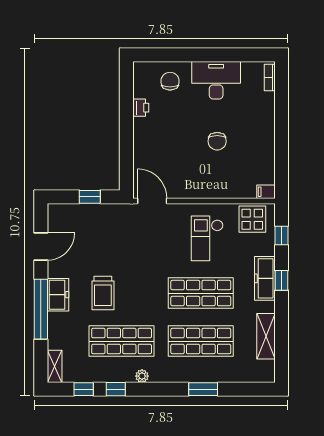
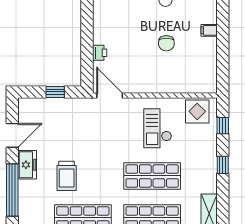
printer: (141, 108) -> (100, 53), moved
filing cabinet: (266, 192) -> (209, 30), moved
freezer: (265, 278) -> (208, 163), removed
freezer: (58, 295) -> (27, 165), moved

